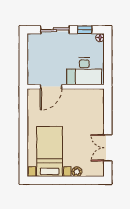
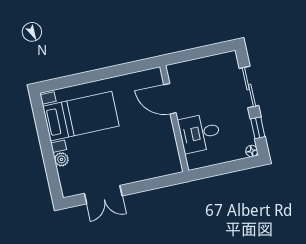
desk: (84, 71) -> (200, 133), width x0.73
double door: (108, 148) -> (103, 195), swing flipped

